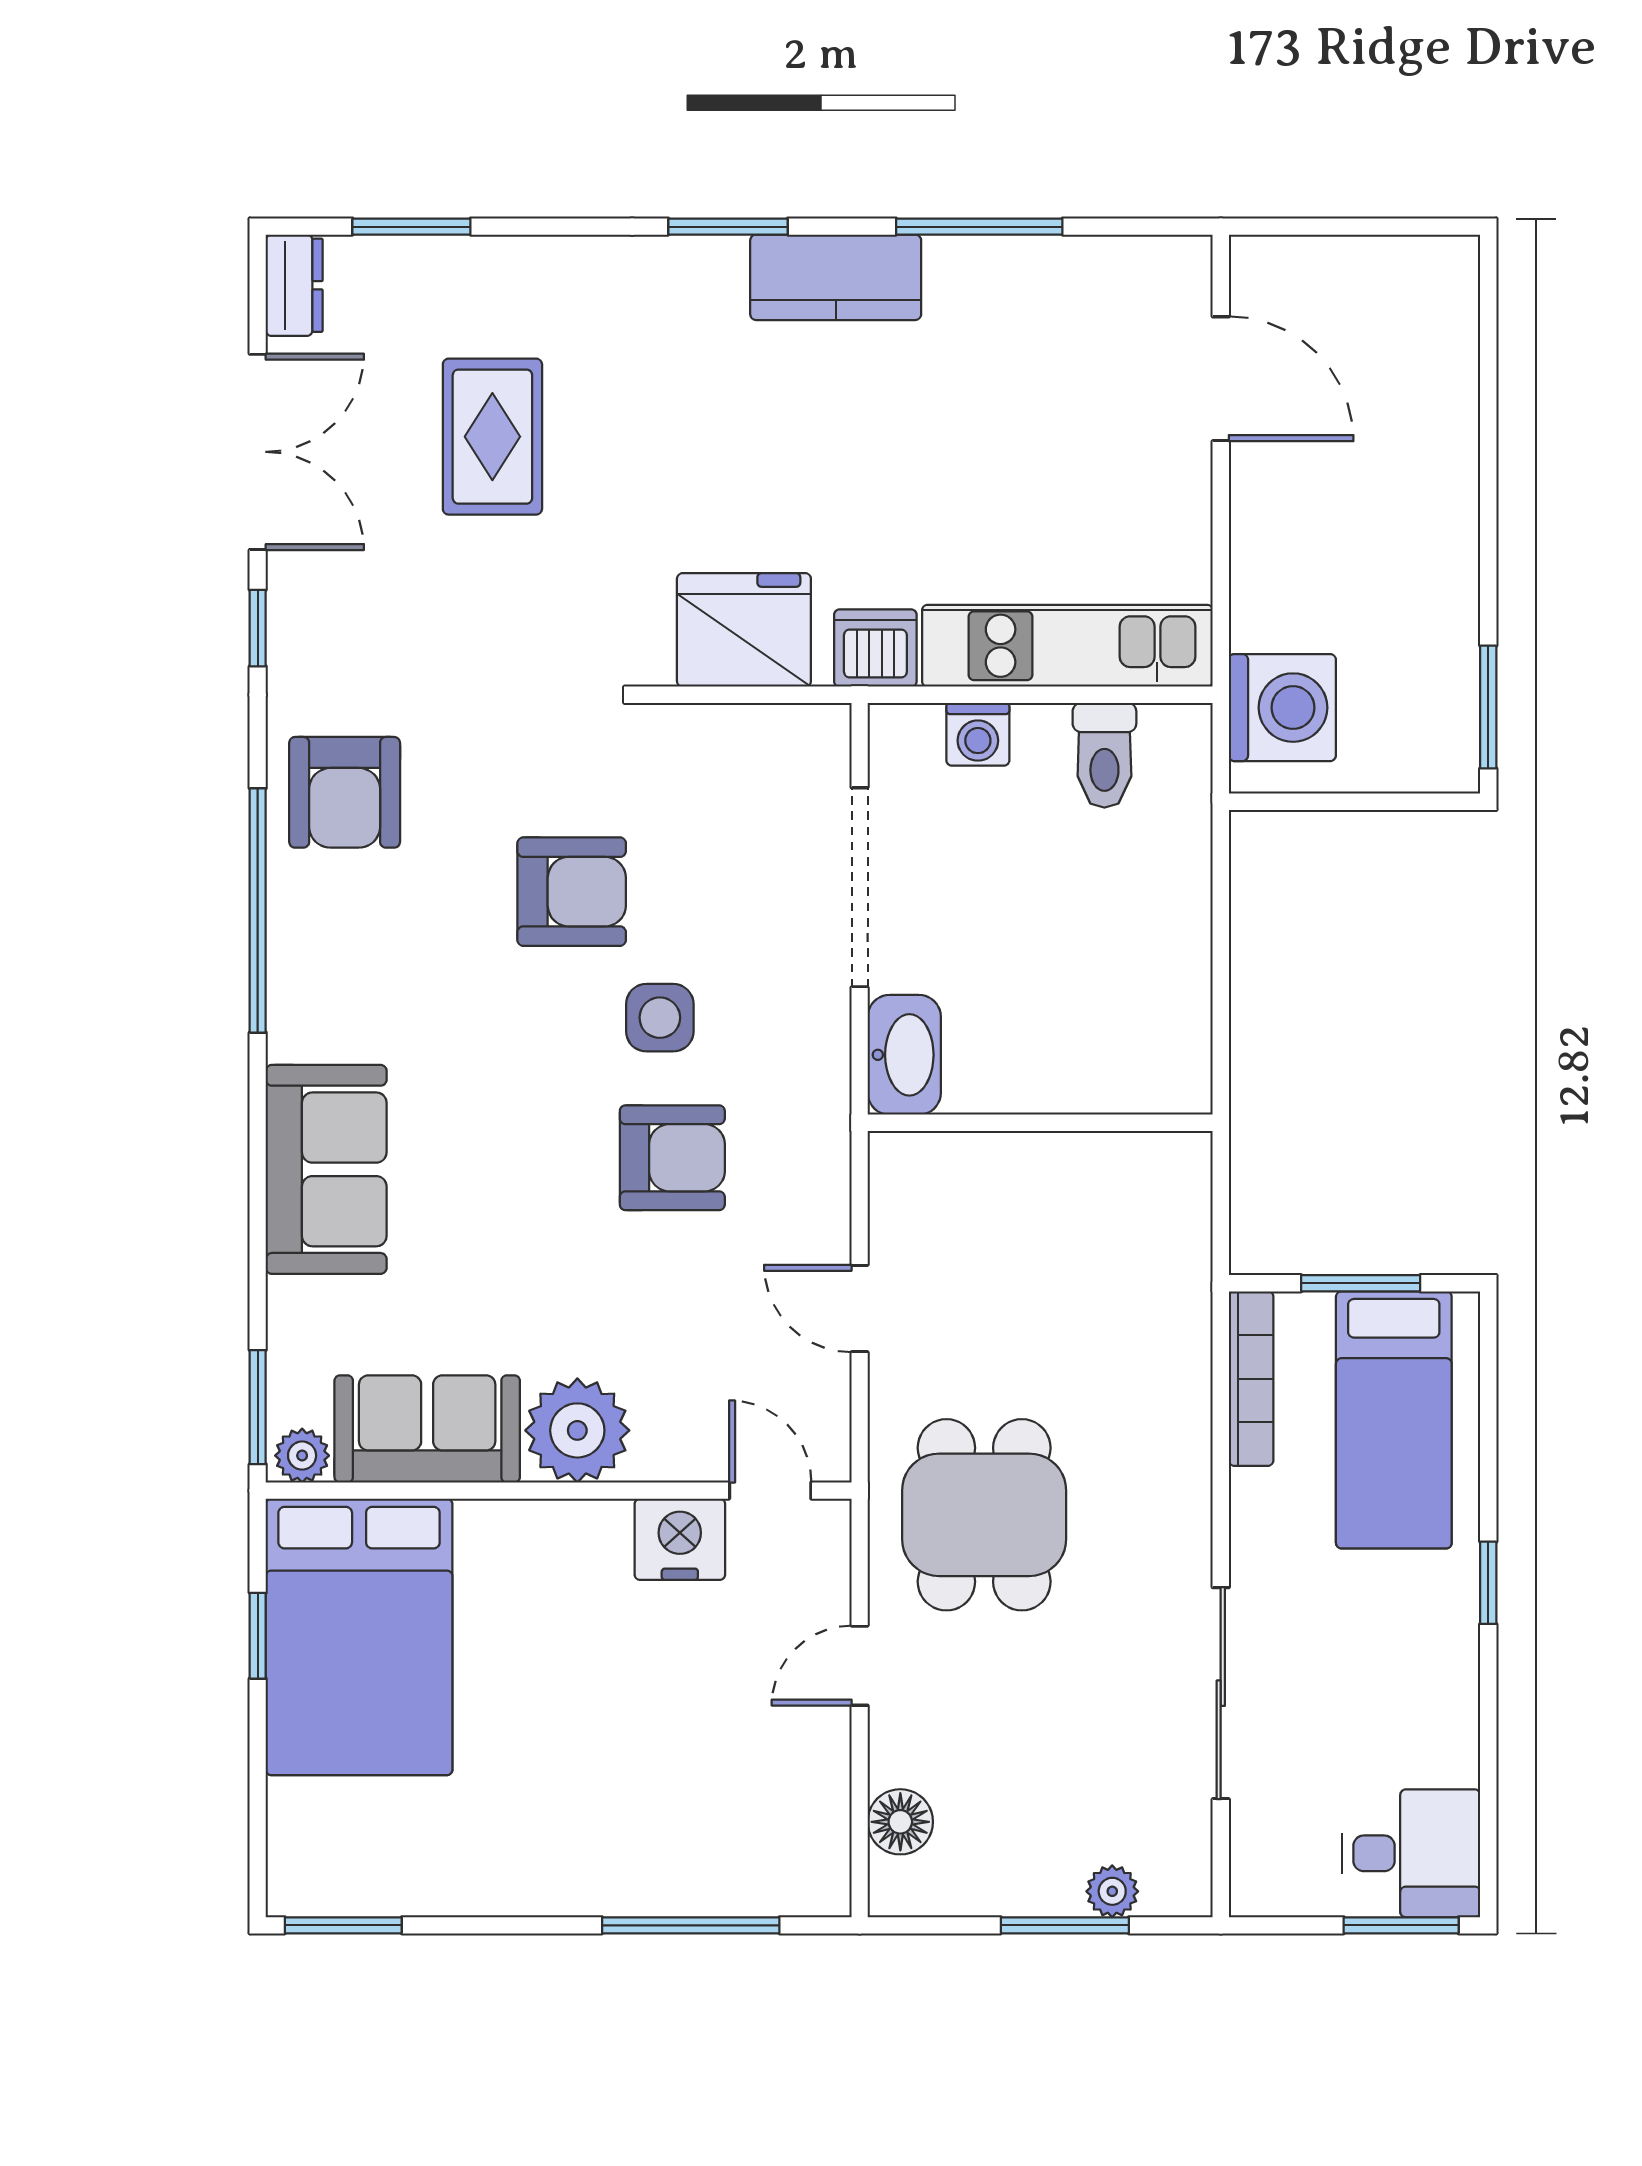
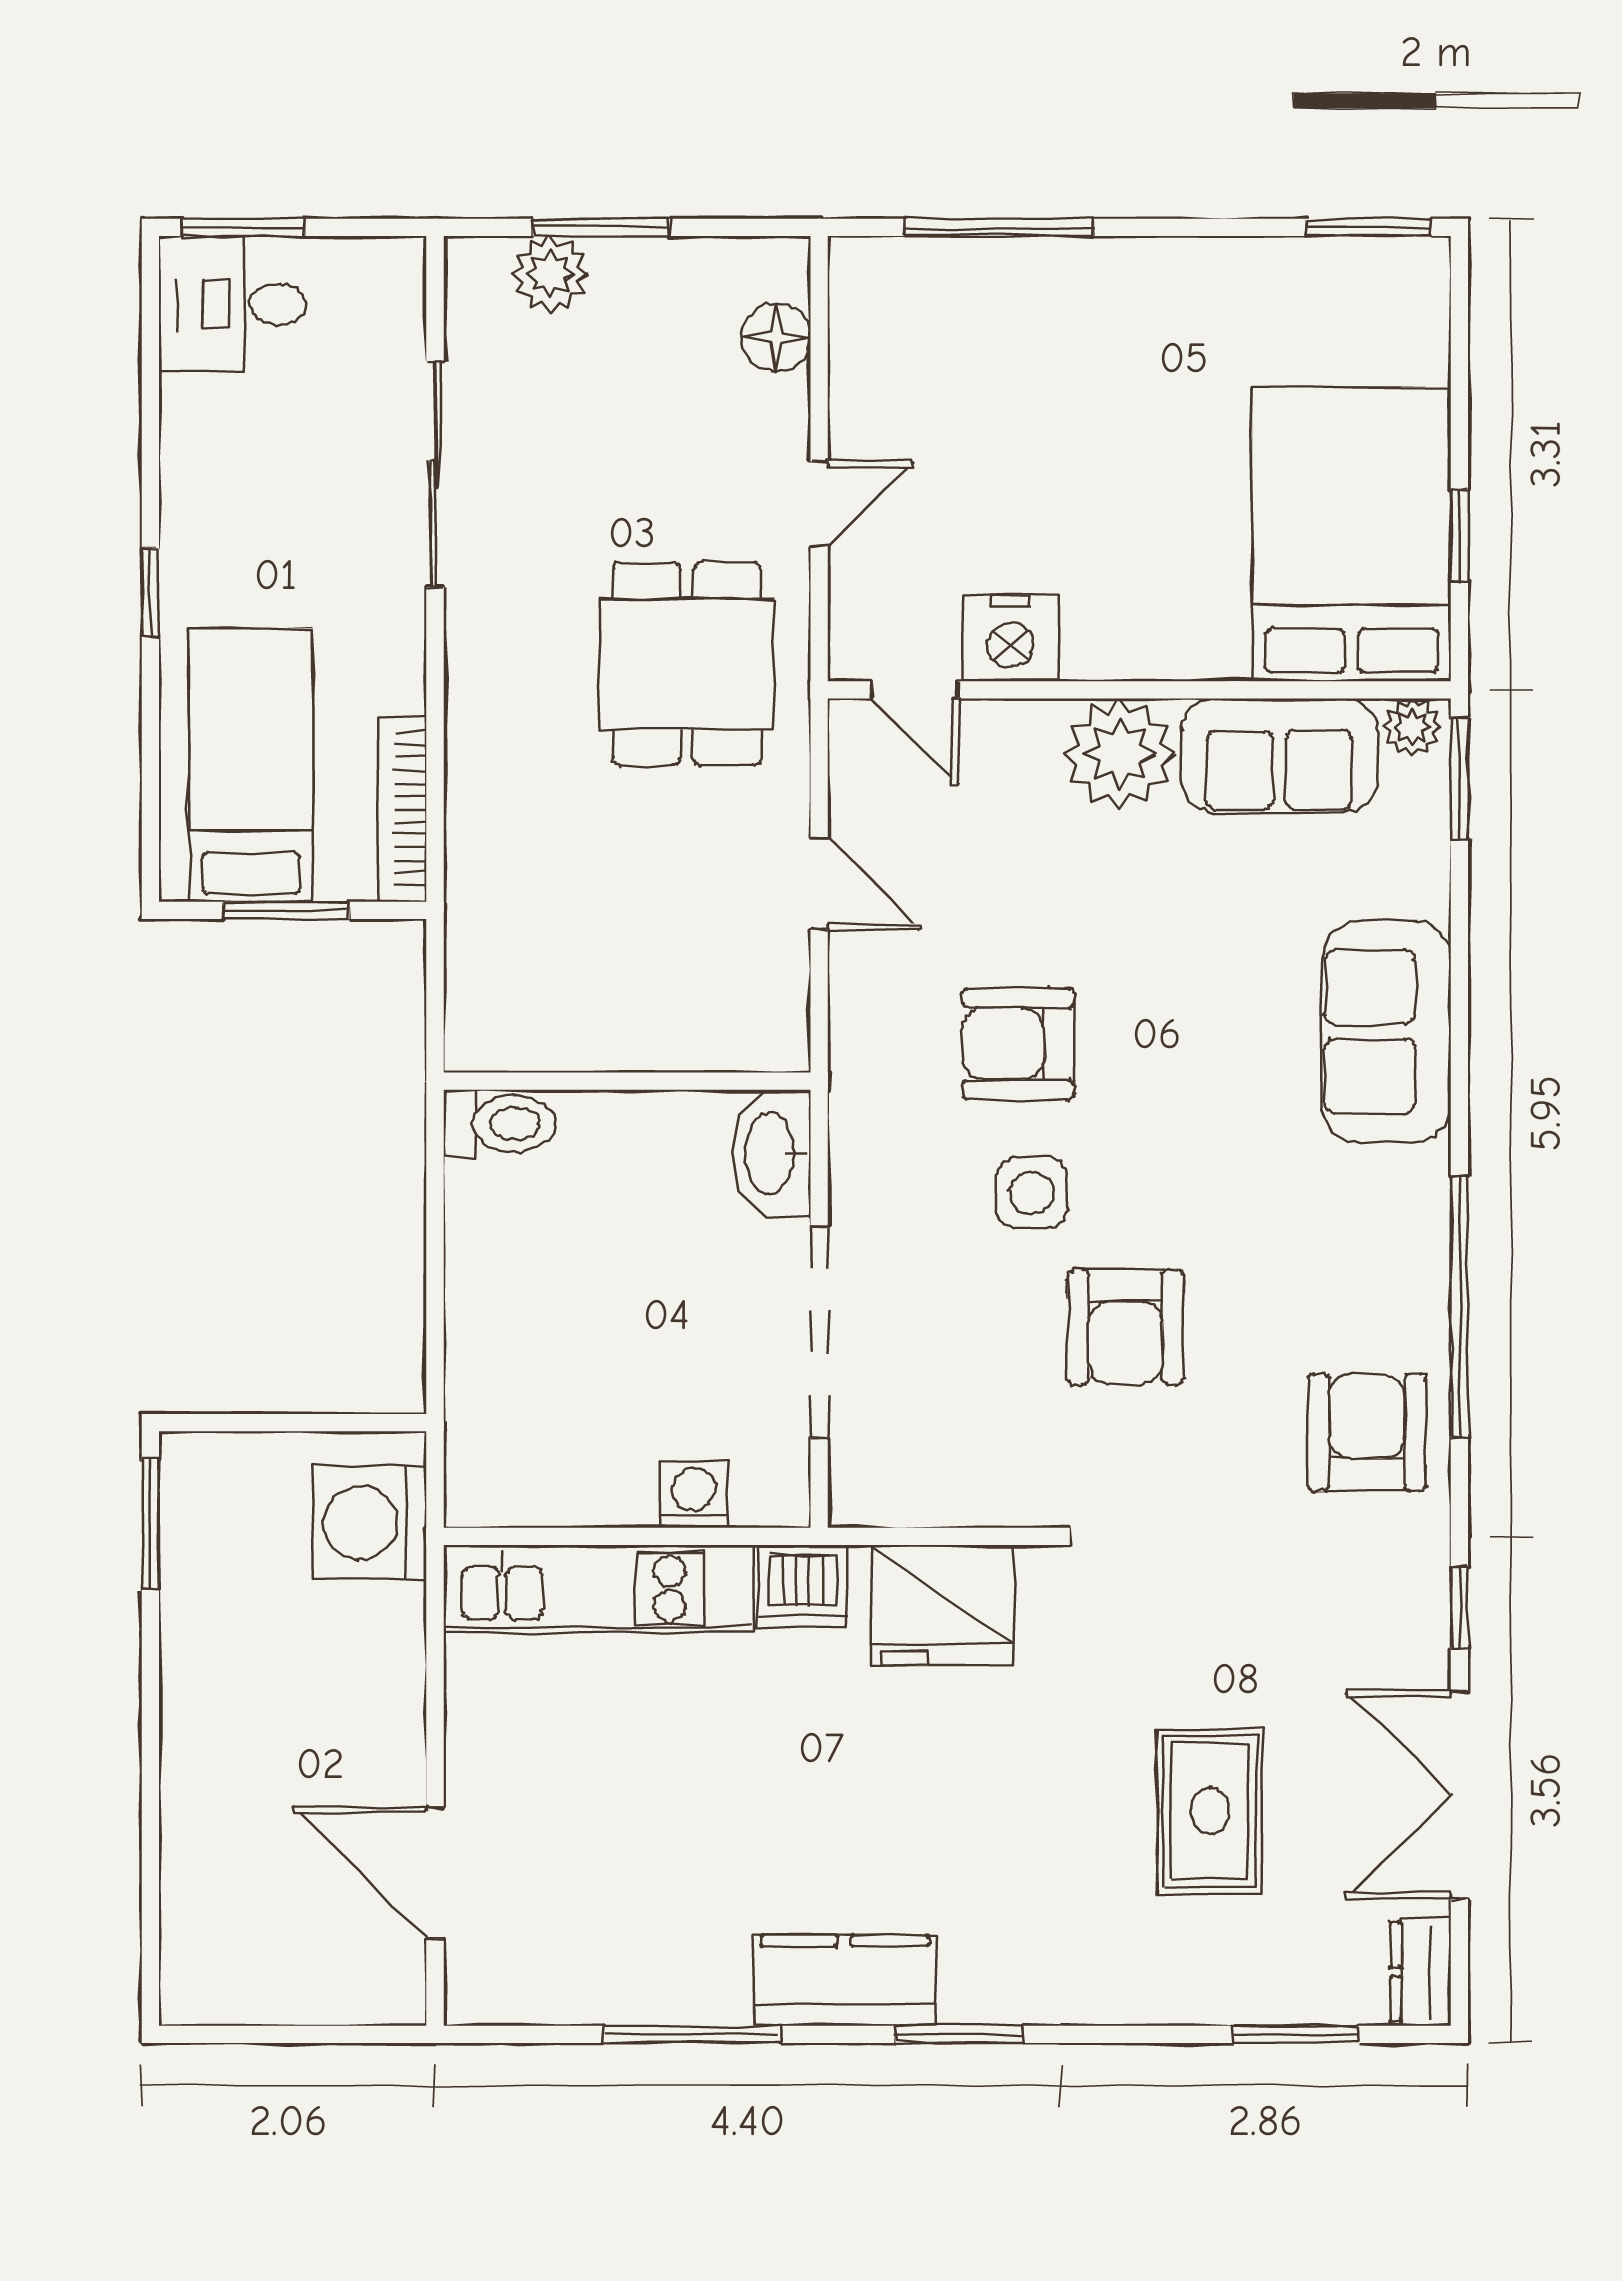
toilet: (1104, 755) -> (499, 1124), moved, turned 90
armchair: (572, 892) -> (1126, 1327), turned -90
plant: (1112, 1891) -> (550, 274), width x1.38, depth x1.38

